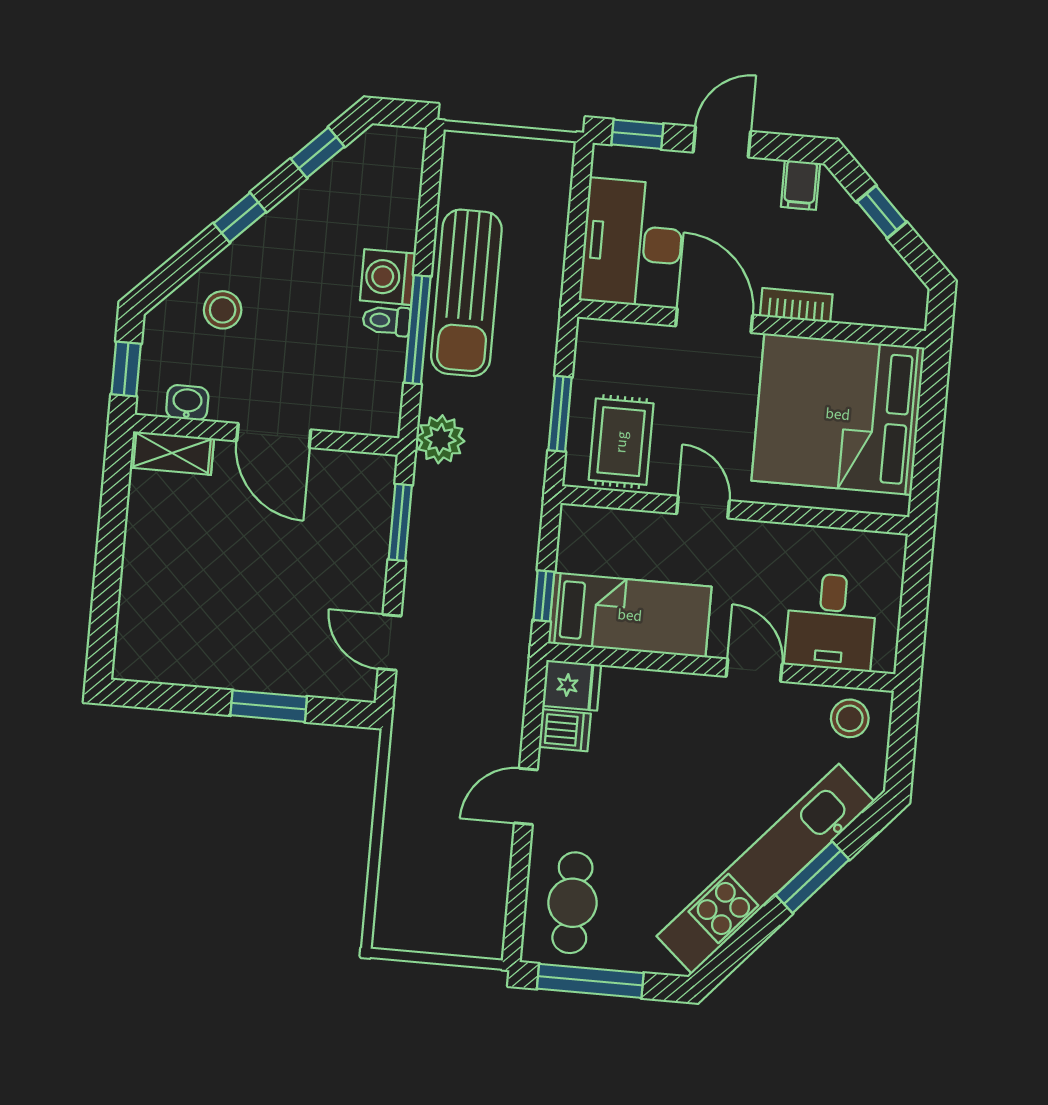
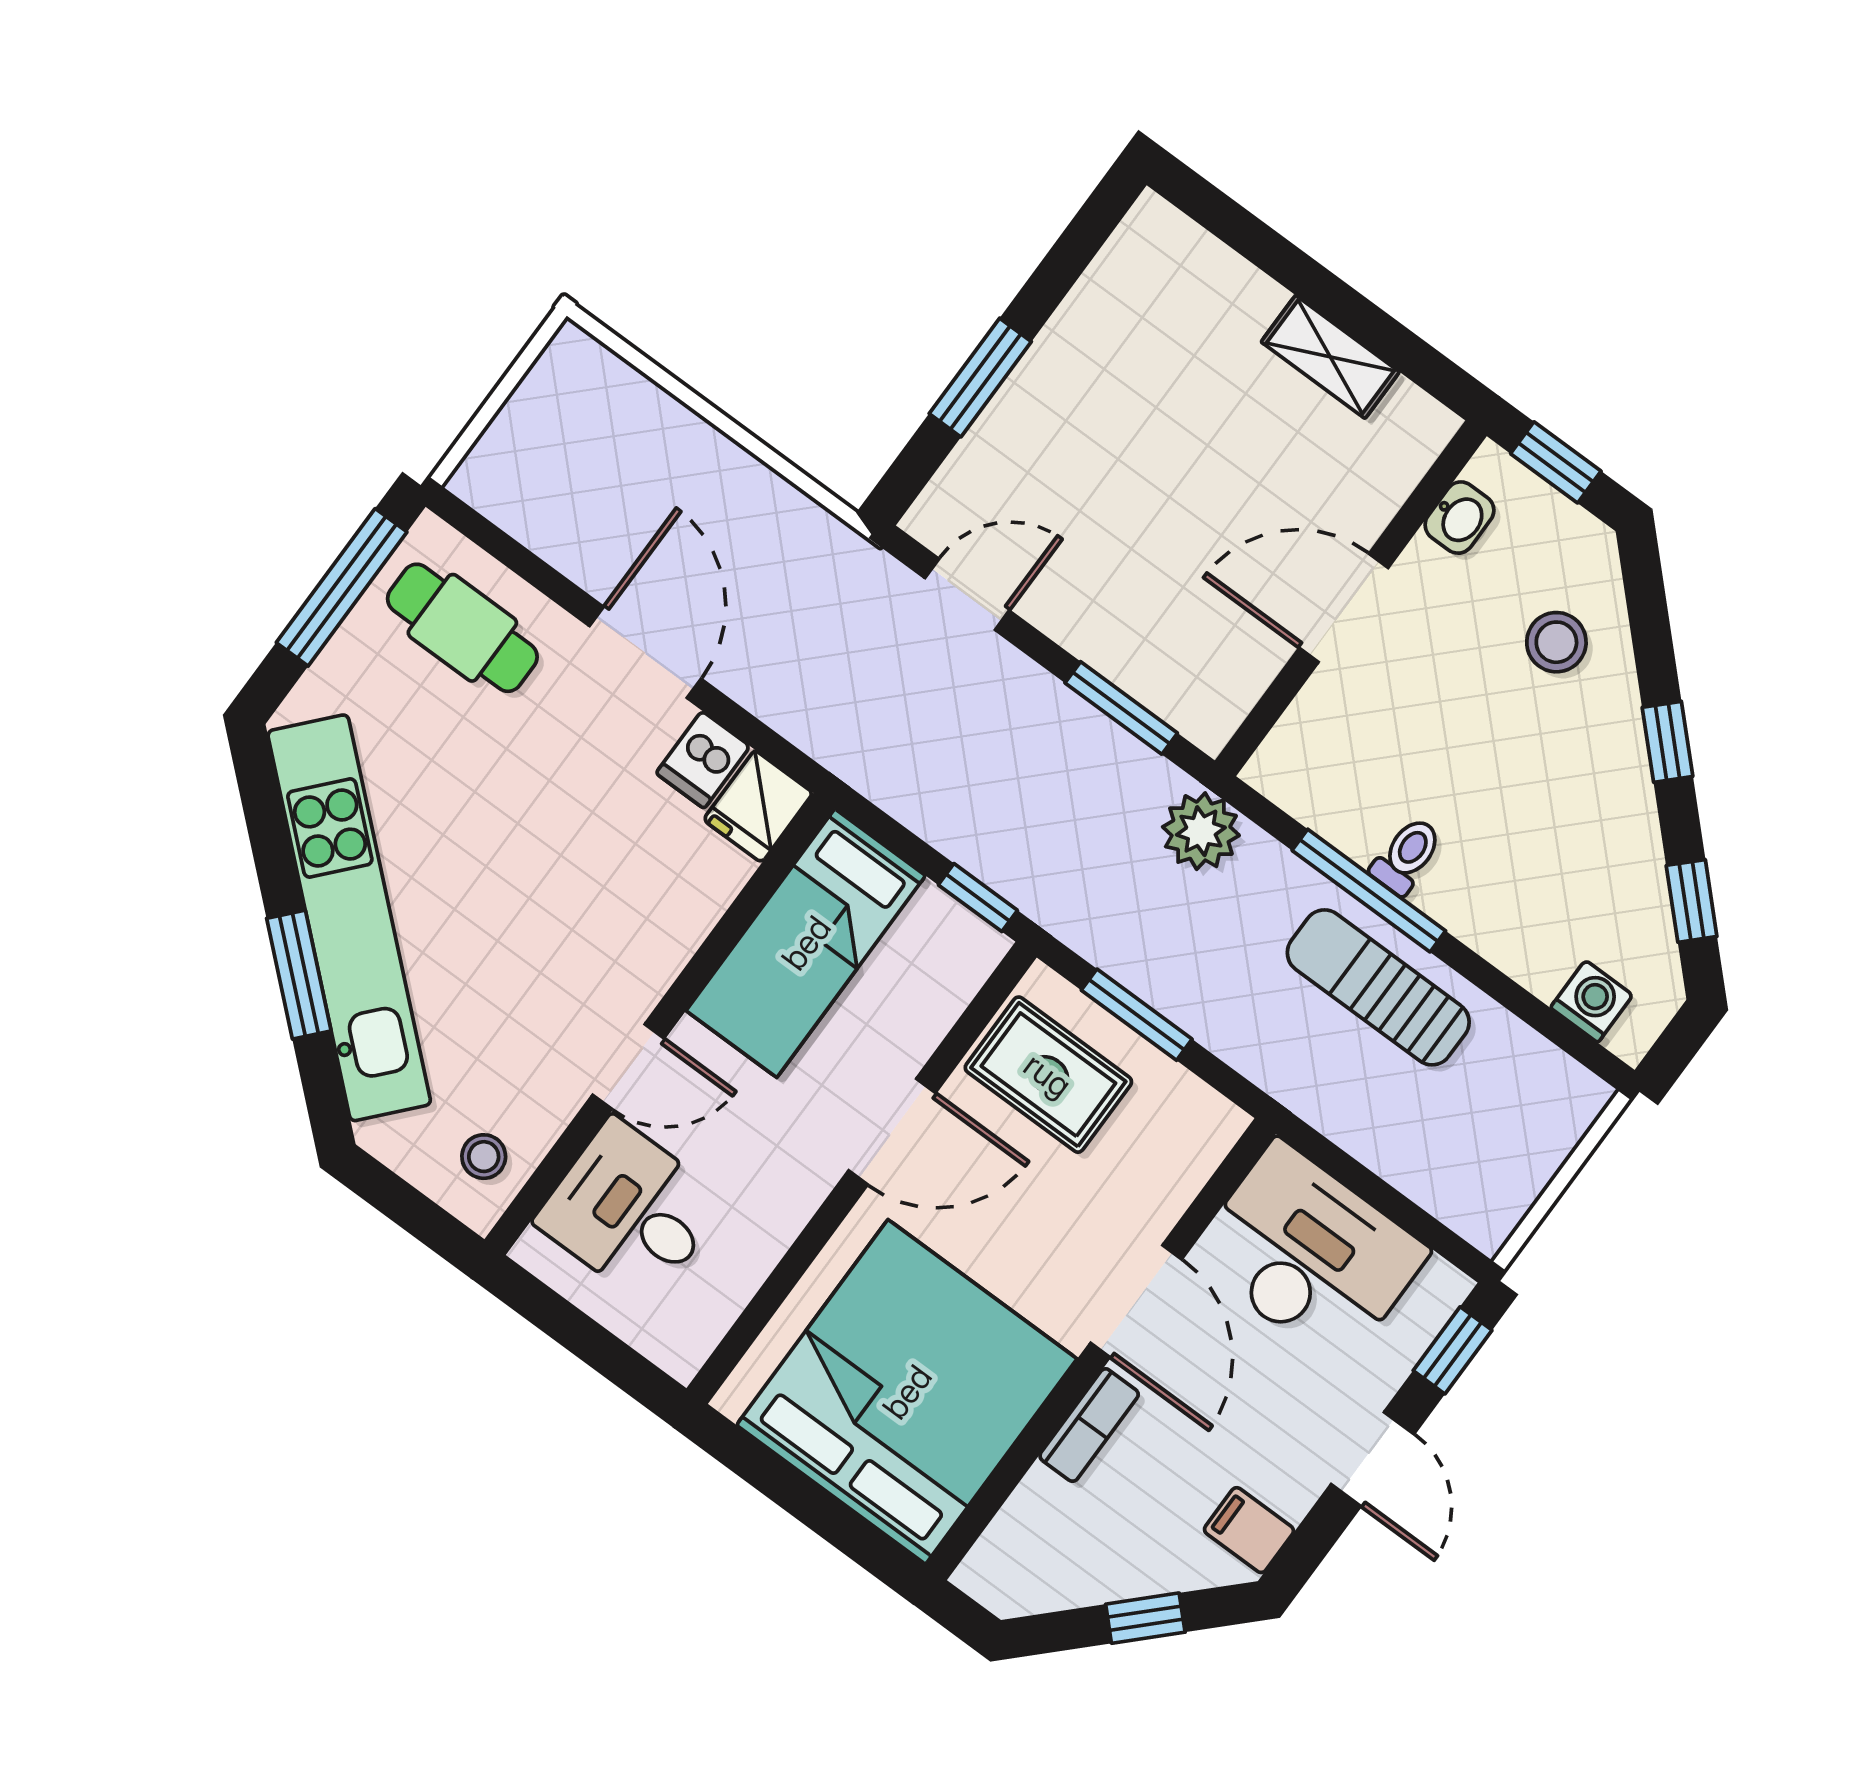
washing machine: (388, 277) -> (1592, 1001), moved, width x0.73, depth x0.73
sun lounger: (466, 293) -> (1378, 987), width x0.73, depth x0.75
door: (714, 320) -> (1136, 1301), hinge flipped
shelving: (172, 453) -> (1330, 357), moved, turned 90
door: (703, 507) -> (892, 1132), width x1.38
window: (544, 596) -> (978, 898), moved
stool: (850, 718) -> (484, 1157), width x0.73, depth x0.73
door: (526, 796) -> (645, 652), width x1.38

